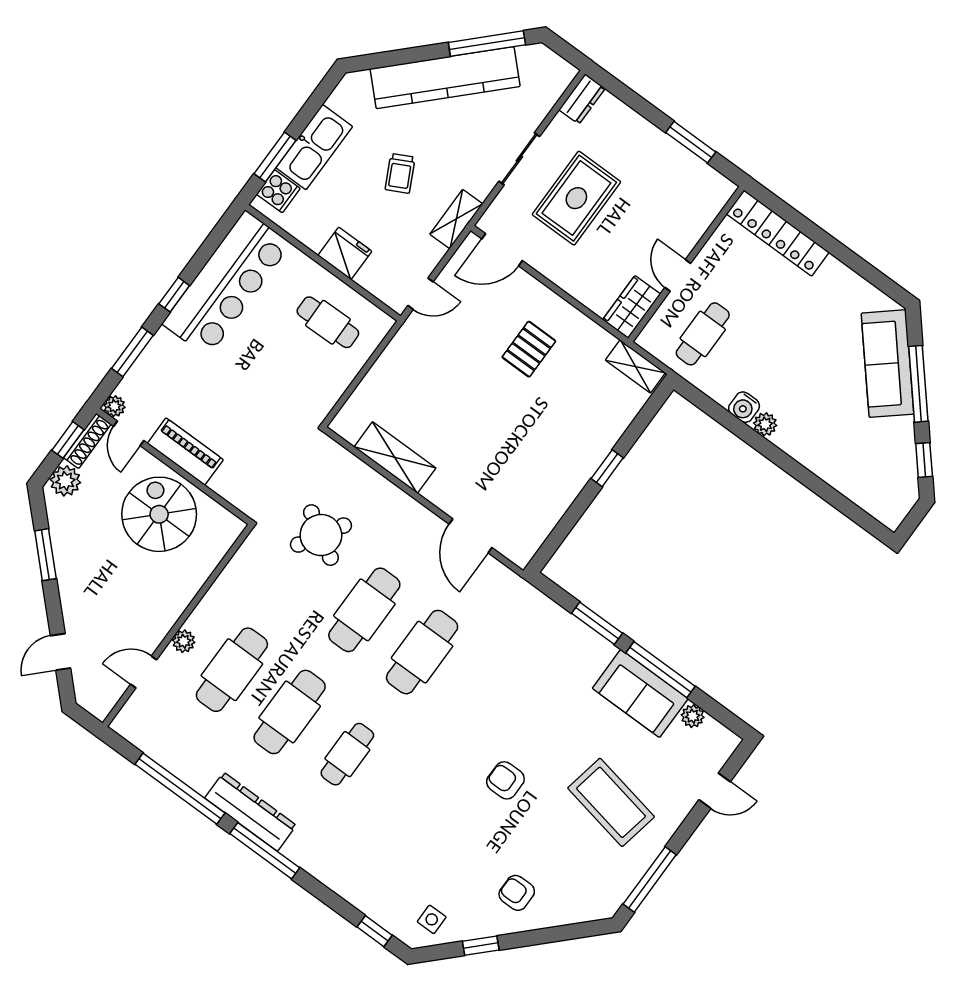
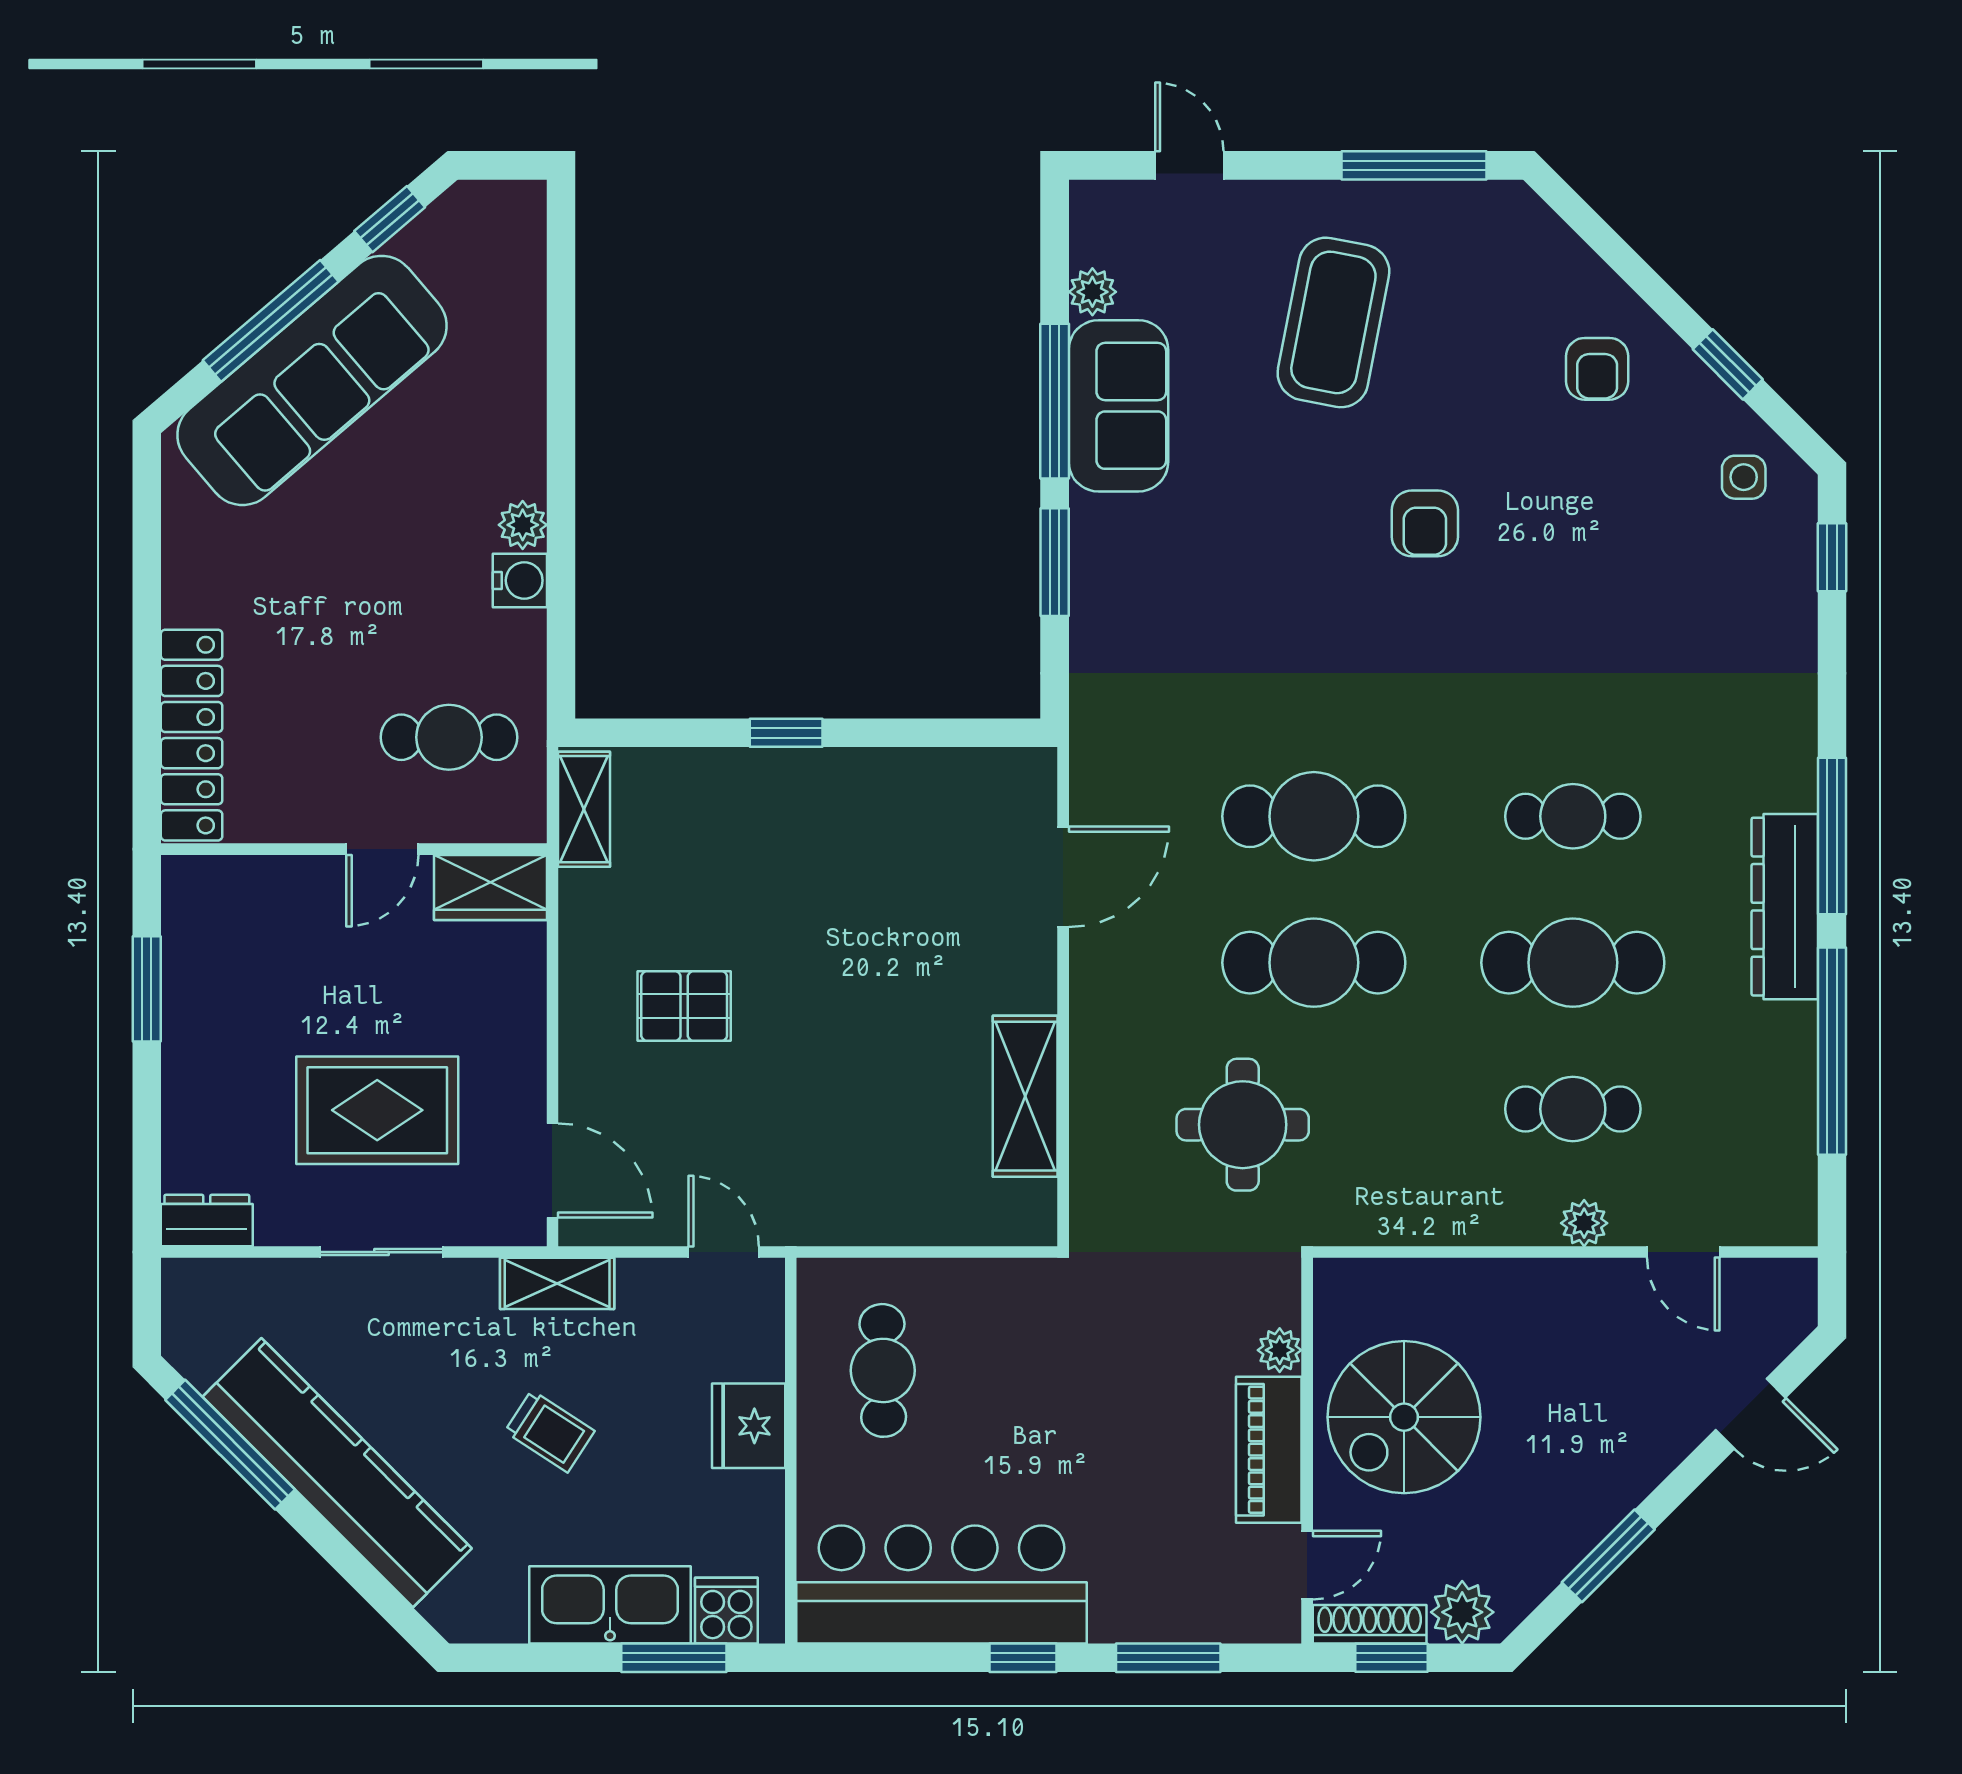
trolley: (400, 173) -> (550, 1431), turned 60
sofa: (888, 364) -> (312, 380), width x1.36, depth x1.27
plant: (114, 406) -> (1280, 1350), moved
round table: (321, 535) -> (1243, 1125), turned -31
cafe table: (232, 670) -> (1573, 1109), width x0.73, depth x0.74

